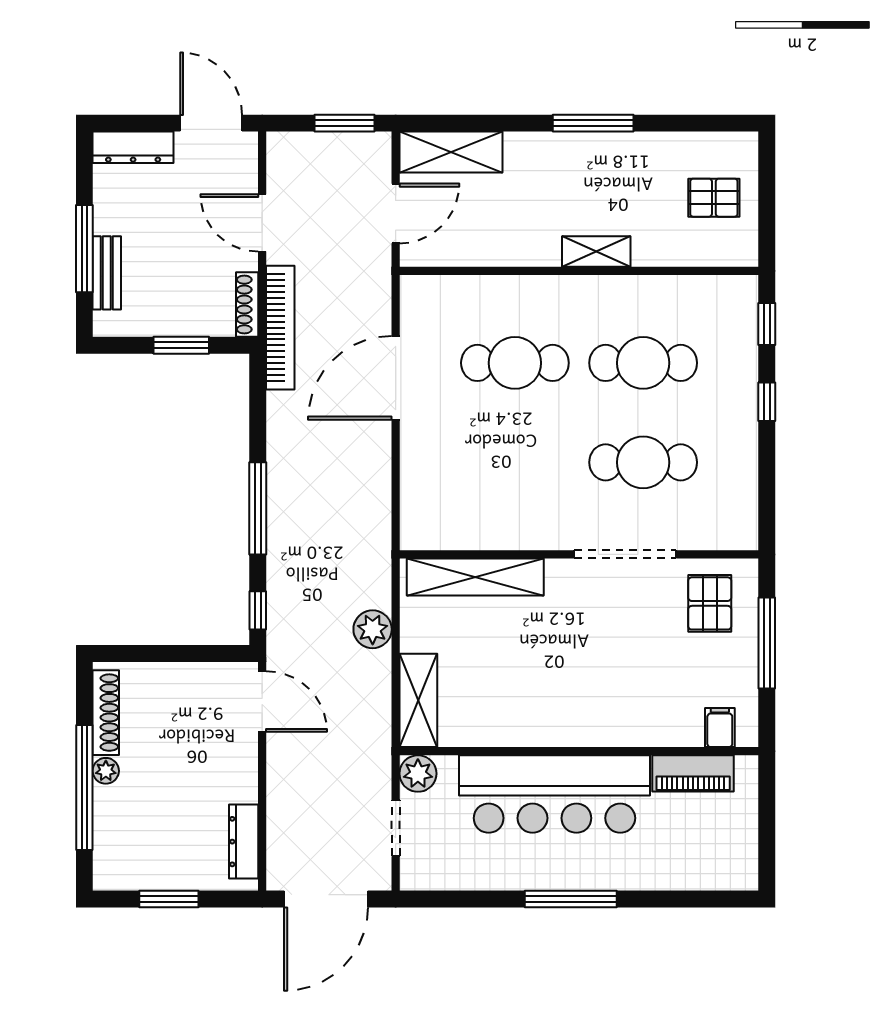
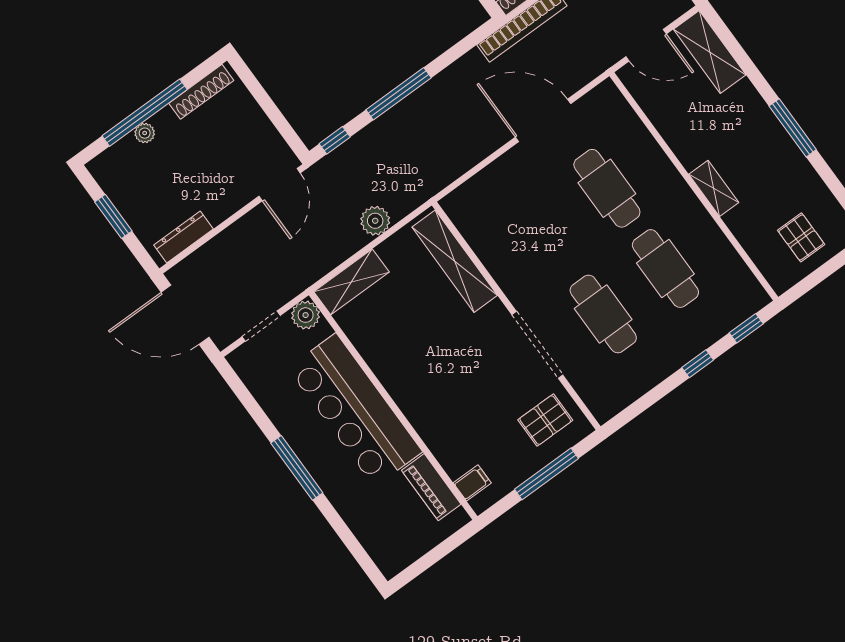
plant: (106, 771) -> (145, 133), moved

